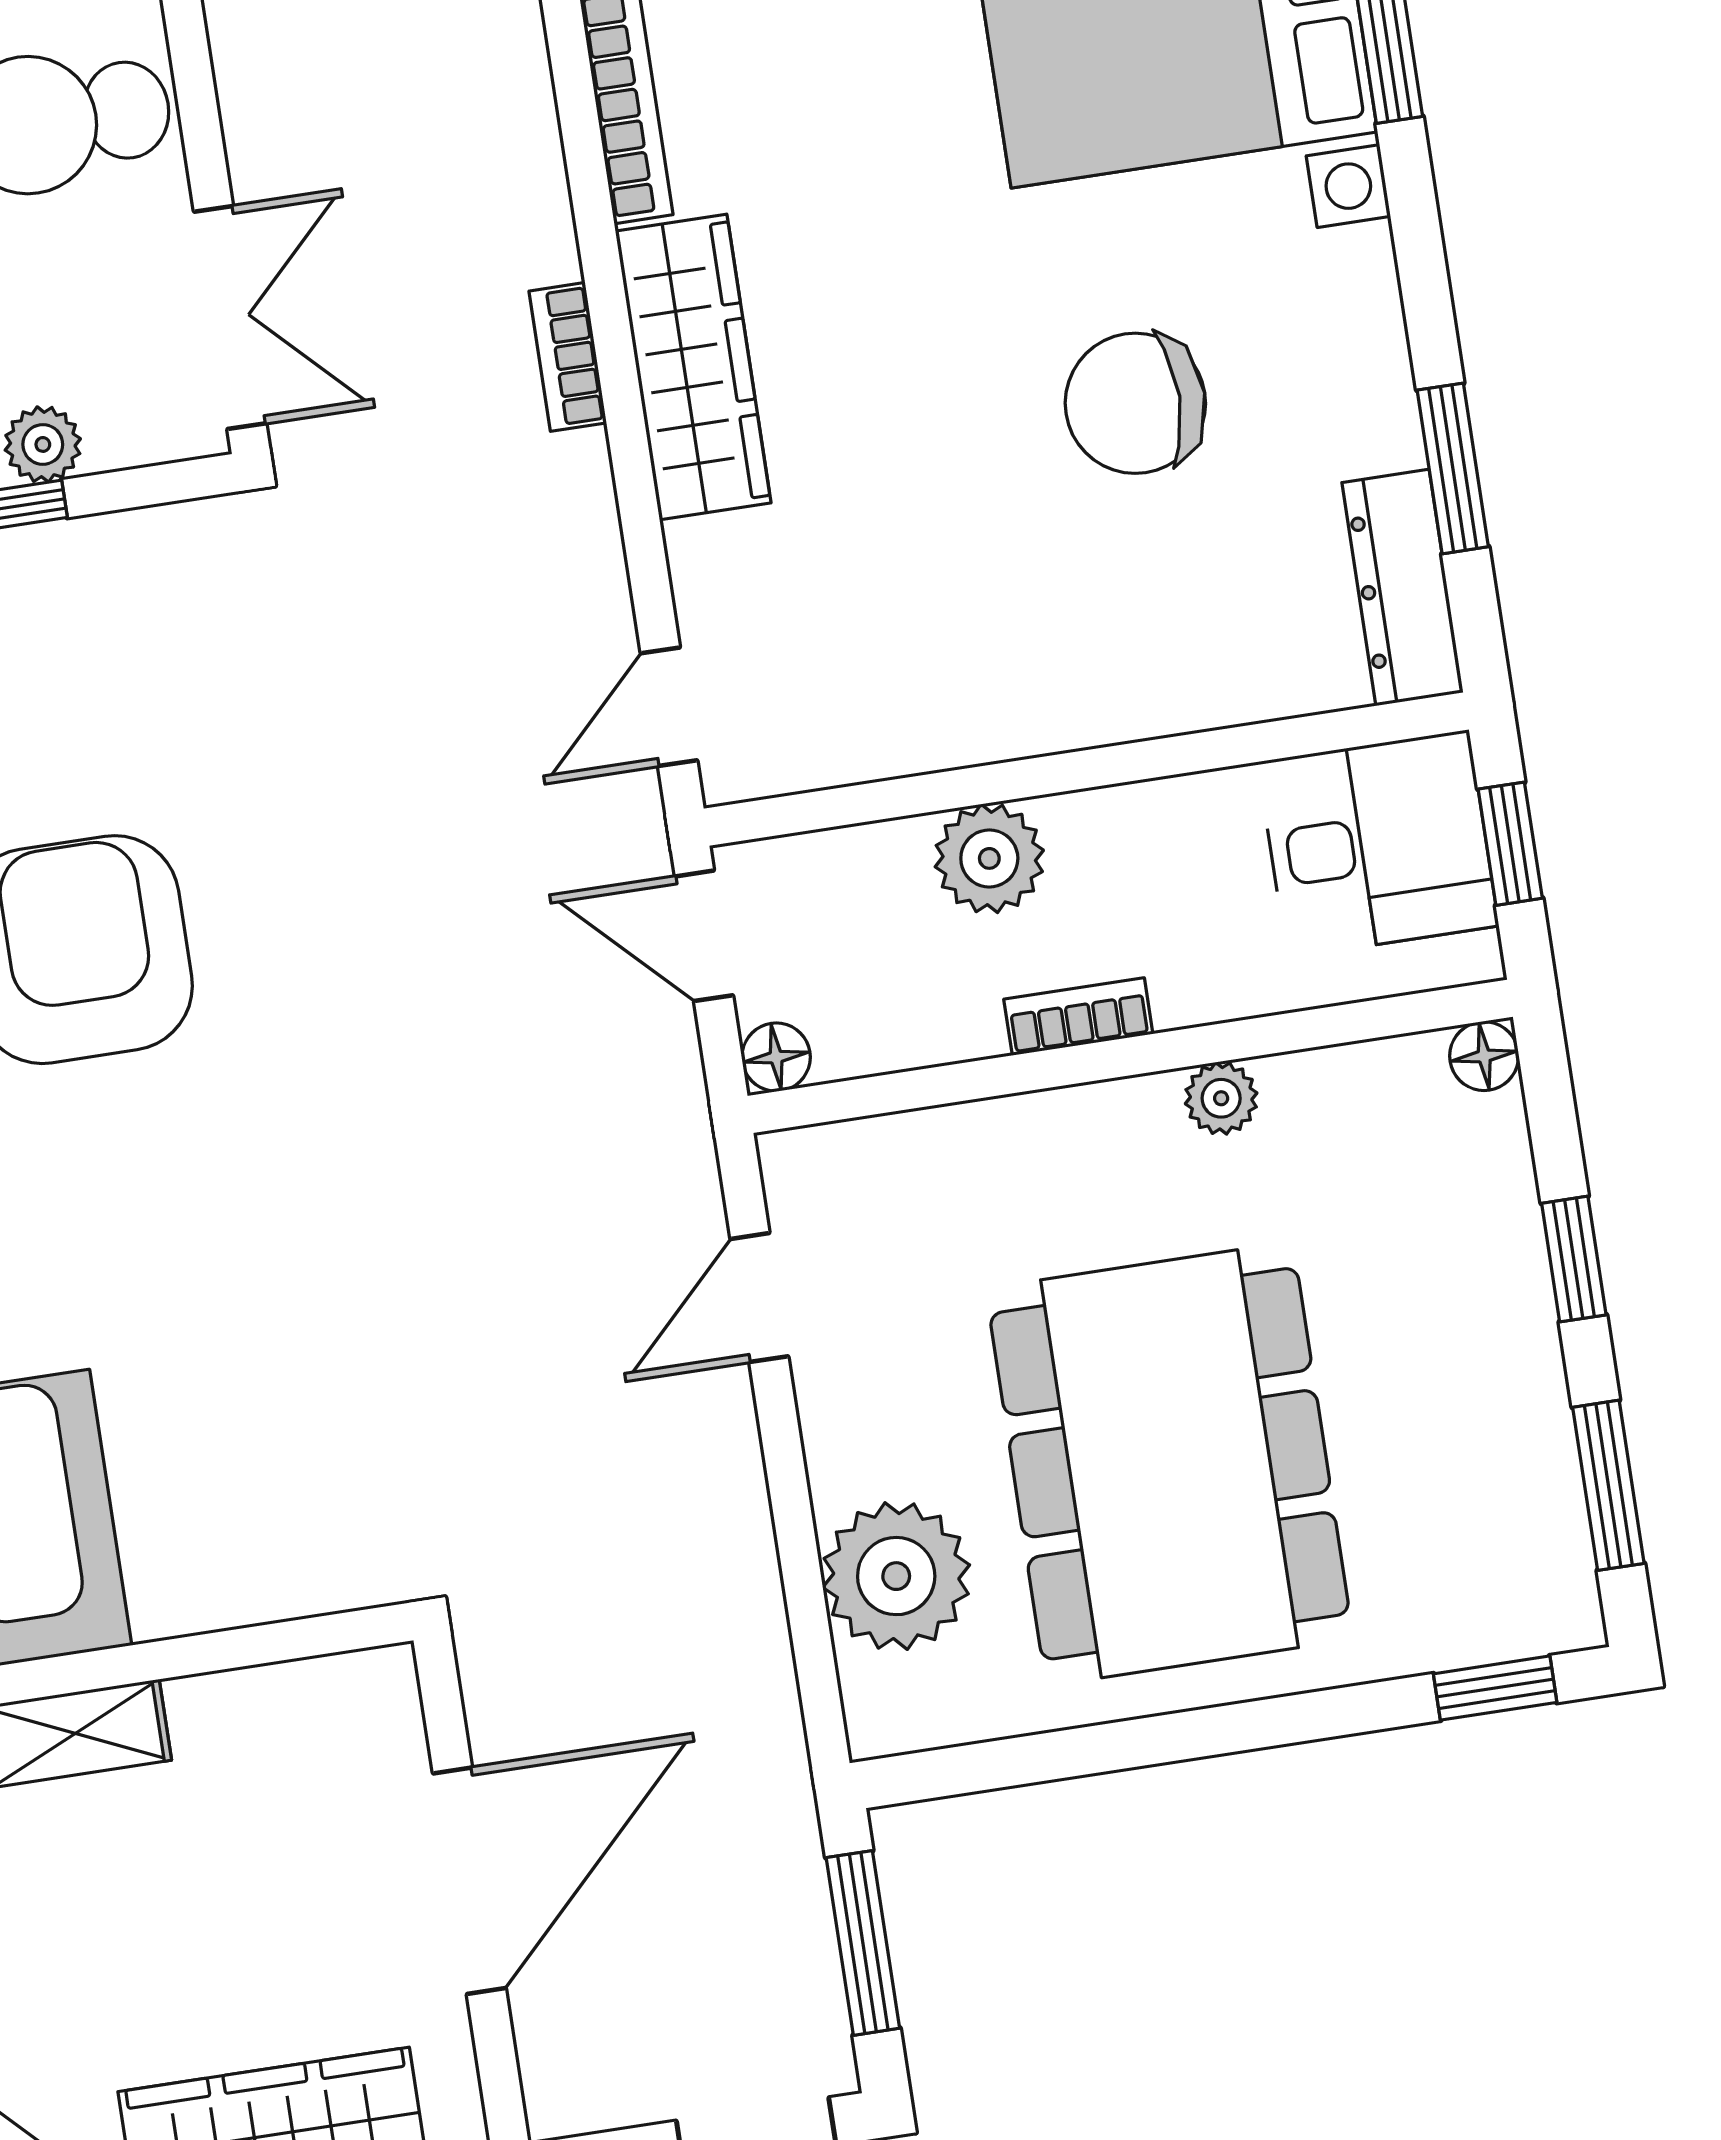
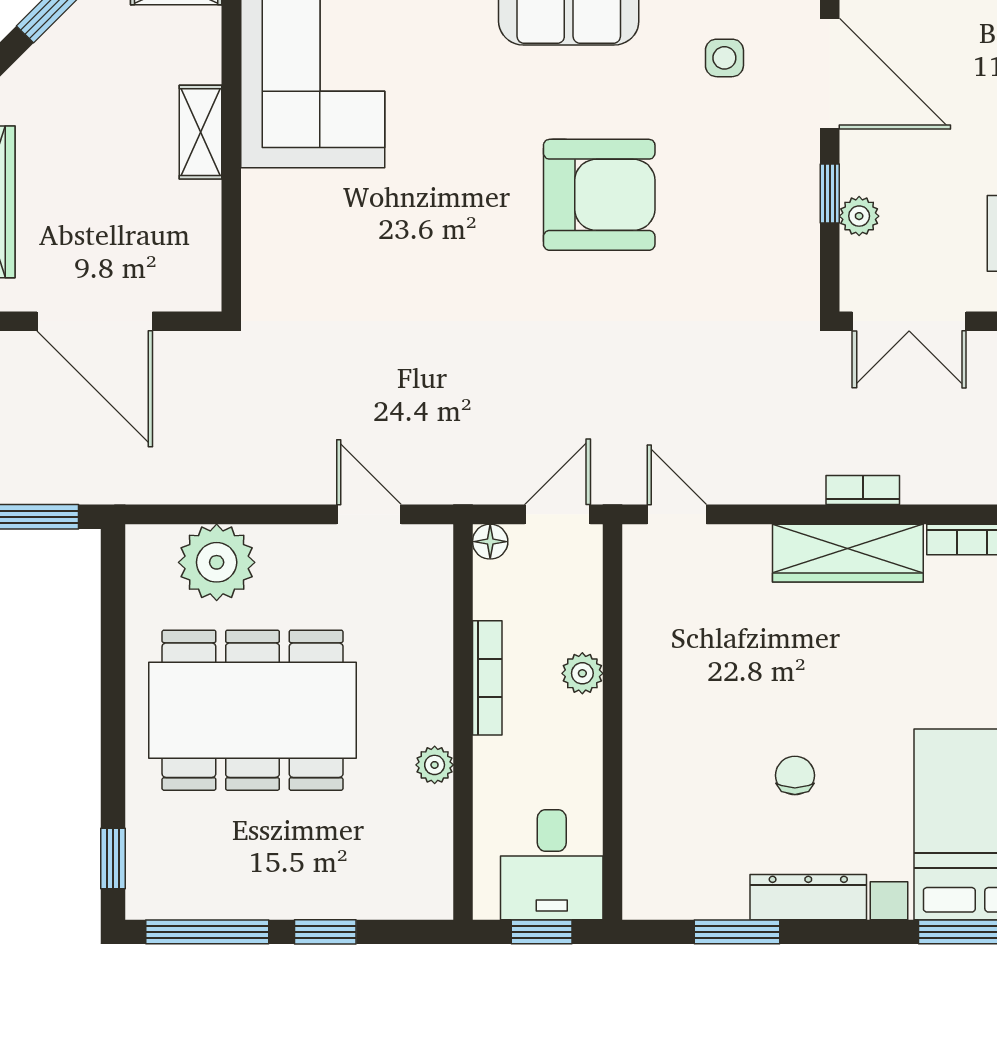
chair: (1135, 403) -> (795, 775), width x0.54, depth x0.54
dresser: (1403, 588) -> (808, 897), moved
plant: (989, 858) -> (582, 673), width x0.73, depth x0.73
bookcase: (1078, 1017) -> (487, 678), width x1.56
floor lamp: (1484, 1056) -> (436, 902), removed
window: (1608, 1485) -> (207, 932), width x1.44

